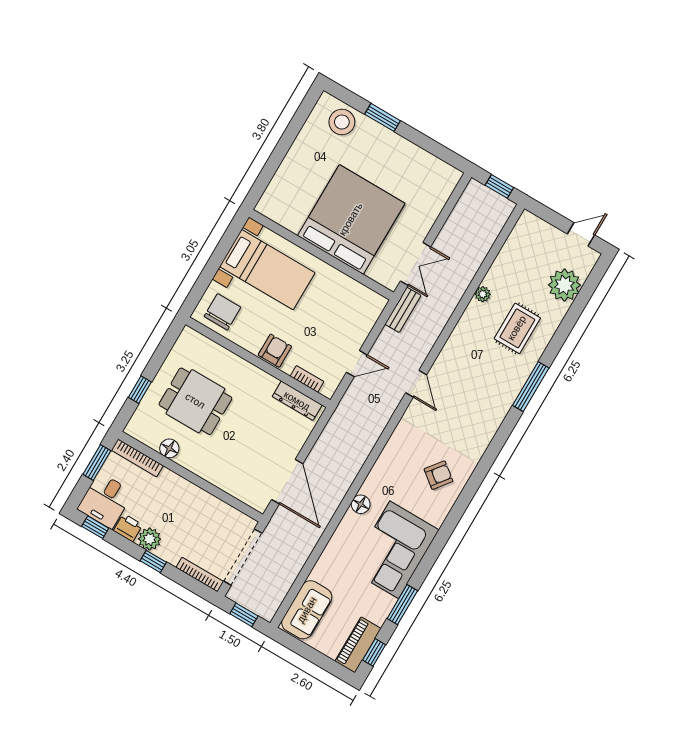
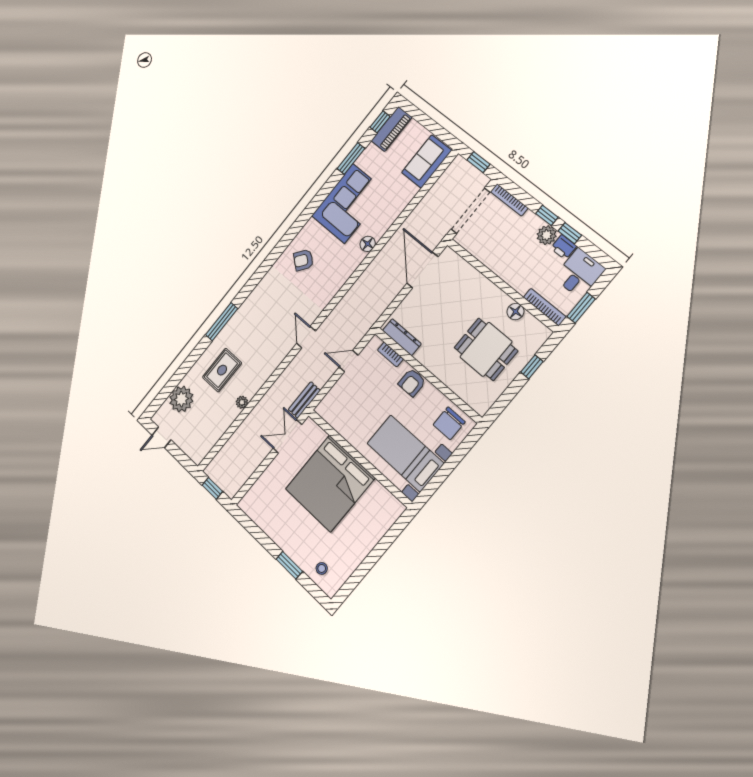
stool: (342, 122) -> (322, 568), width x0.53, depth x0.53
window: (95, 527) -> (570, 233), moved

